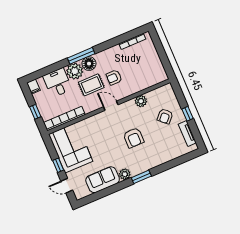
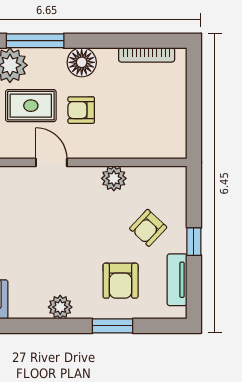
floor lamp: (89, 64) -> (82, 62), moved
armchair: (134, 138) -> (121, 281), moved
plant: (125, 174) -> (60, 307), moved
window: (141, 177) -> (112, 326), moved

